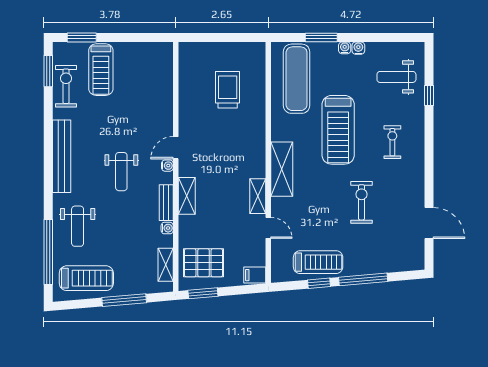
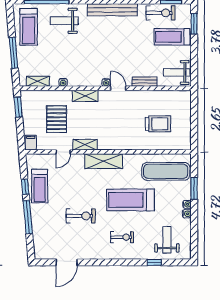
weight bench: (121, 172) -> (177, 72), moved
bench: (166, 203) -> (145, 82), moved
pallet: (204, 263) -> (57, 119), moved

